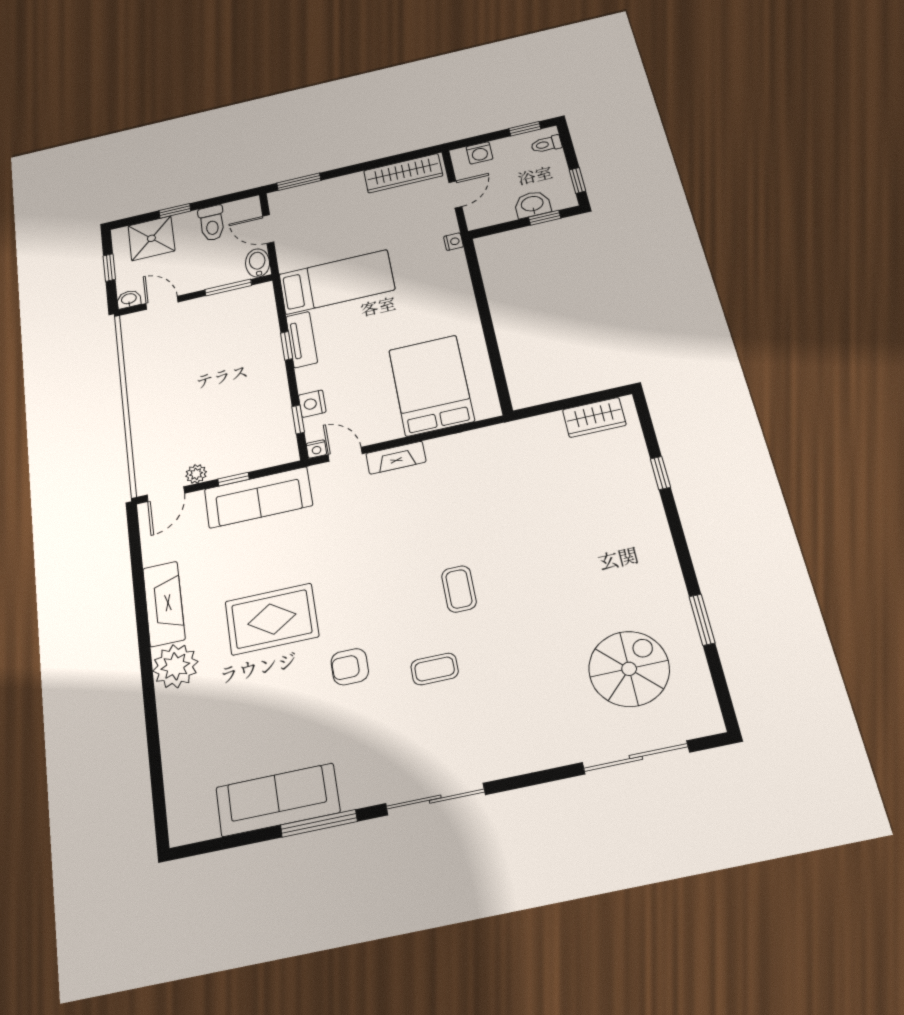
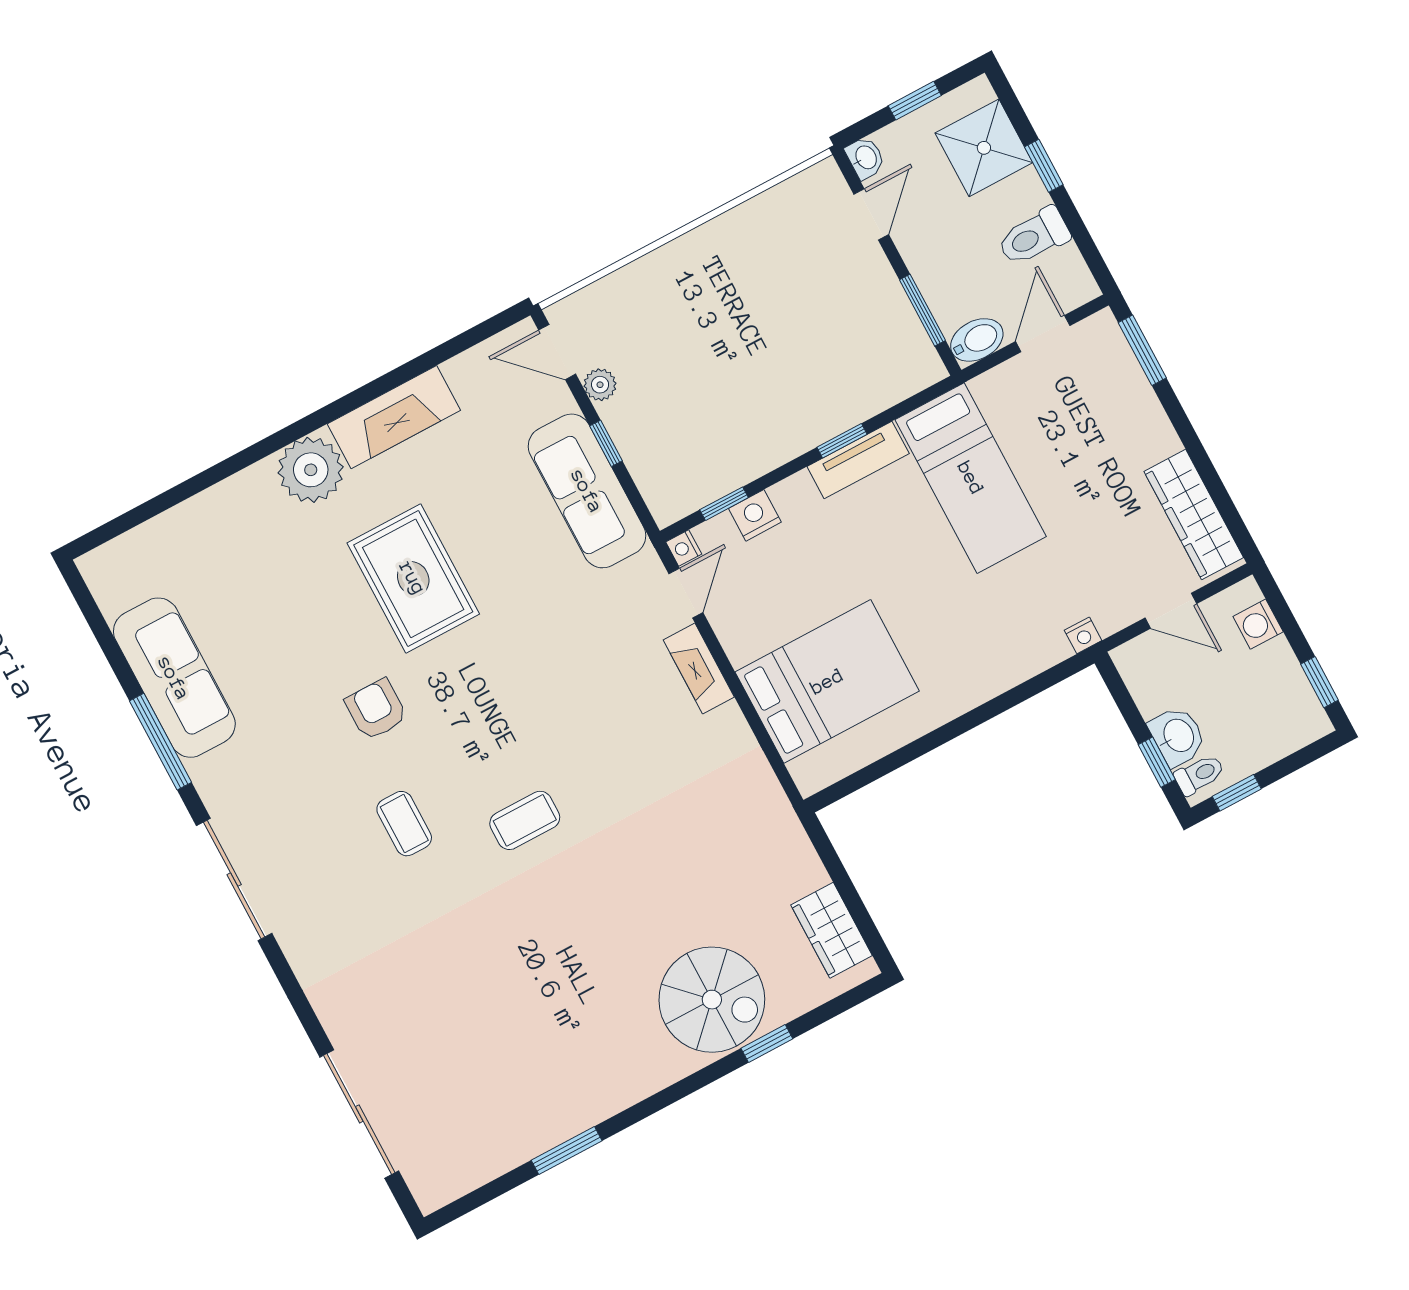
toilet: (546, 144) -> (1199, 775), moved, turned 90
spiral stairs: (629, 669) -> (712, 1000), moved

